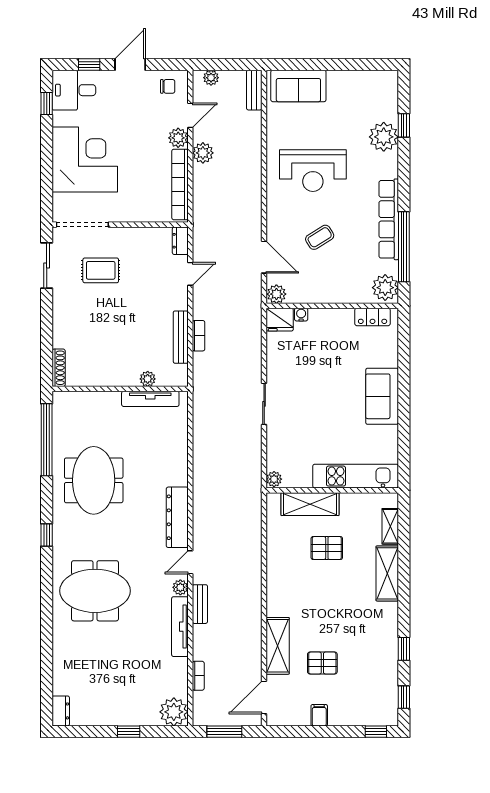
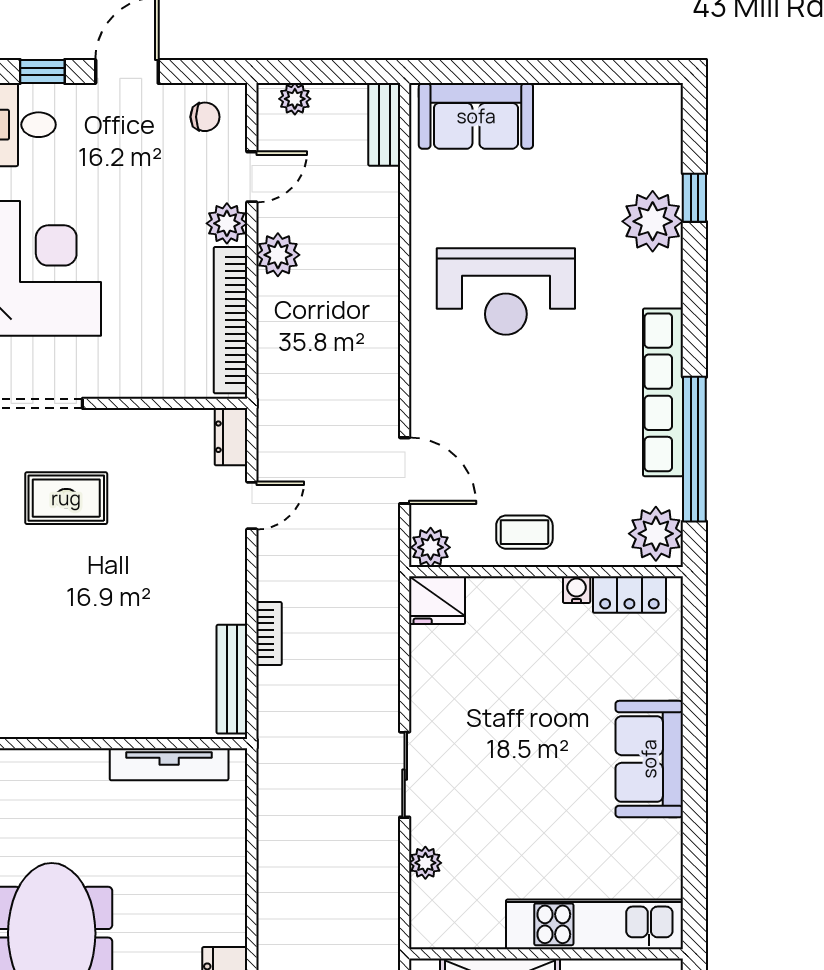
coffee table: (320, 237) -> (524, 532), moved, turned 32
water cooler: (301, 315) -> (577, 590), moved
bench: (181, 337) -> (232, 679), moved
plant: (148, 379) -> (163, 723), removed
plant: (274, 479) -> (425, 863), moved

